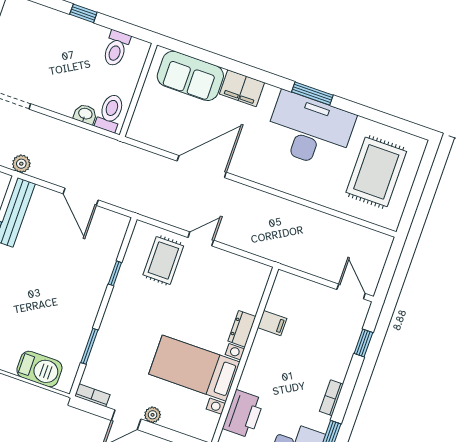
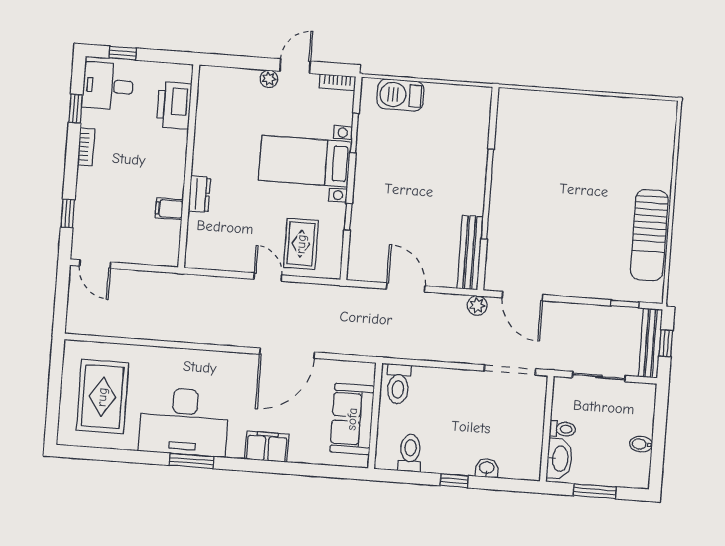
sofa: (190, 76) -> (352, 419), moved, turned -90
washbasin: (85, 114) -> (487, 468), moved, turned 180
door: (201, 239) -> (268, 277), swing flipped
bed with nightstands: (194, 368) -> (305, 161), moved, turned 180

